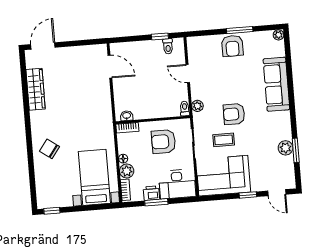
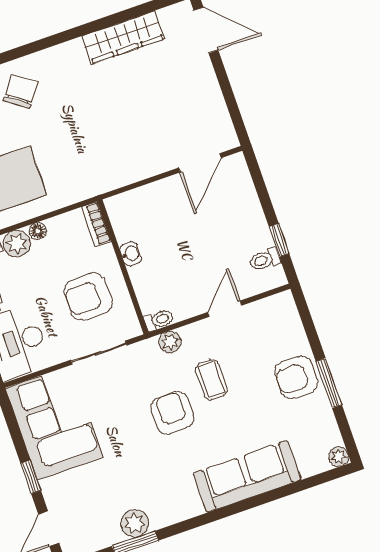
washbasin: (127, 116) -> (131, 254), moved
coffee table: (224, 140) -> (212, 380), moved
armchair: (163, 142) -> (88, 297), turned -90

